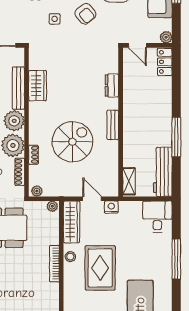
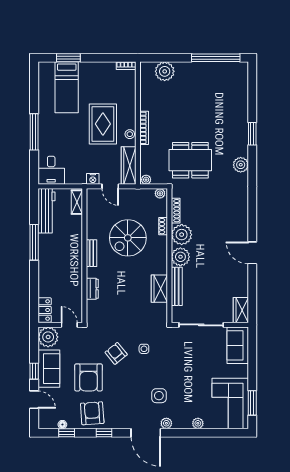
plant: (166, 37) -> (48, 337), width x1.87, depth x1.87

